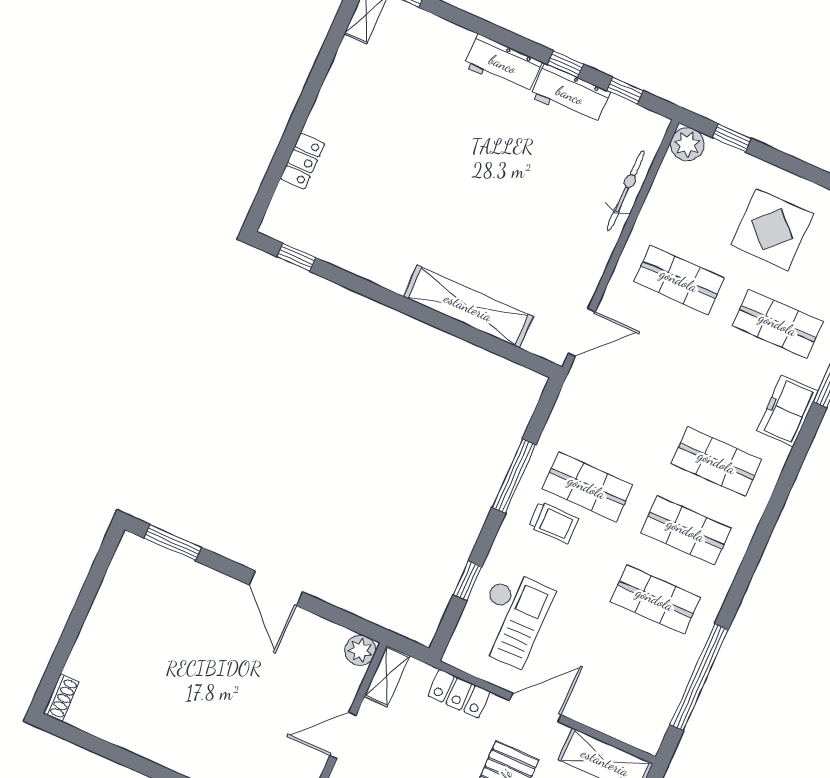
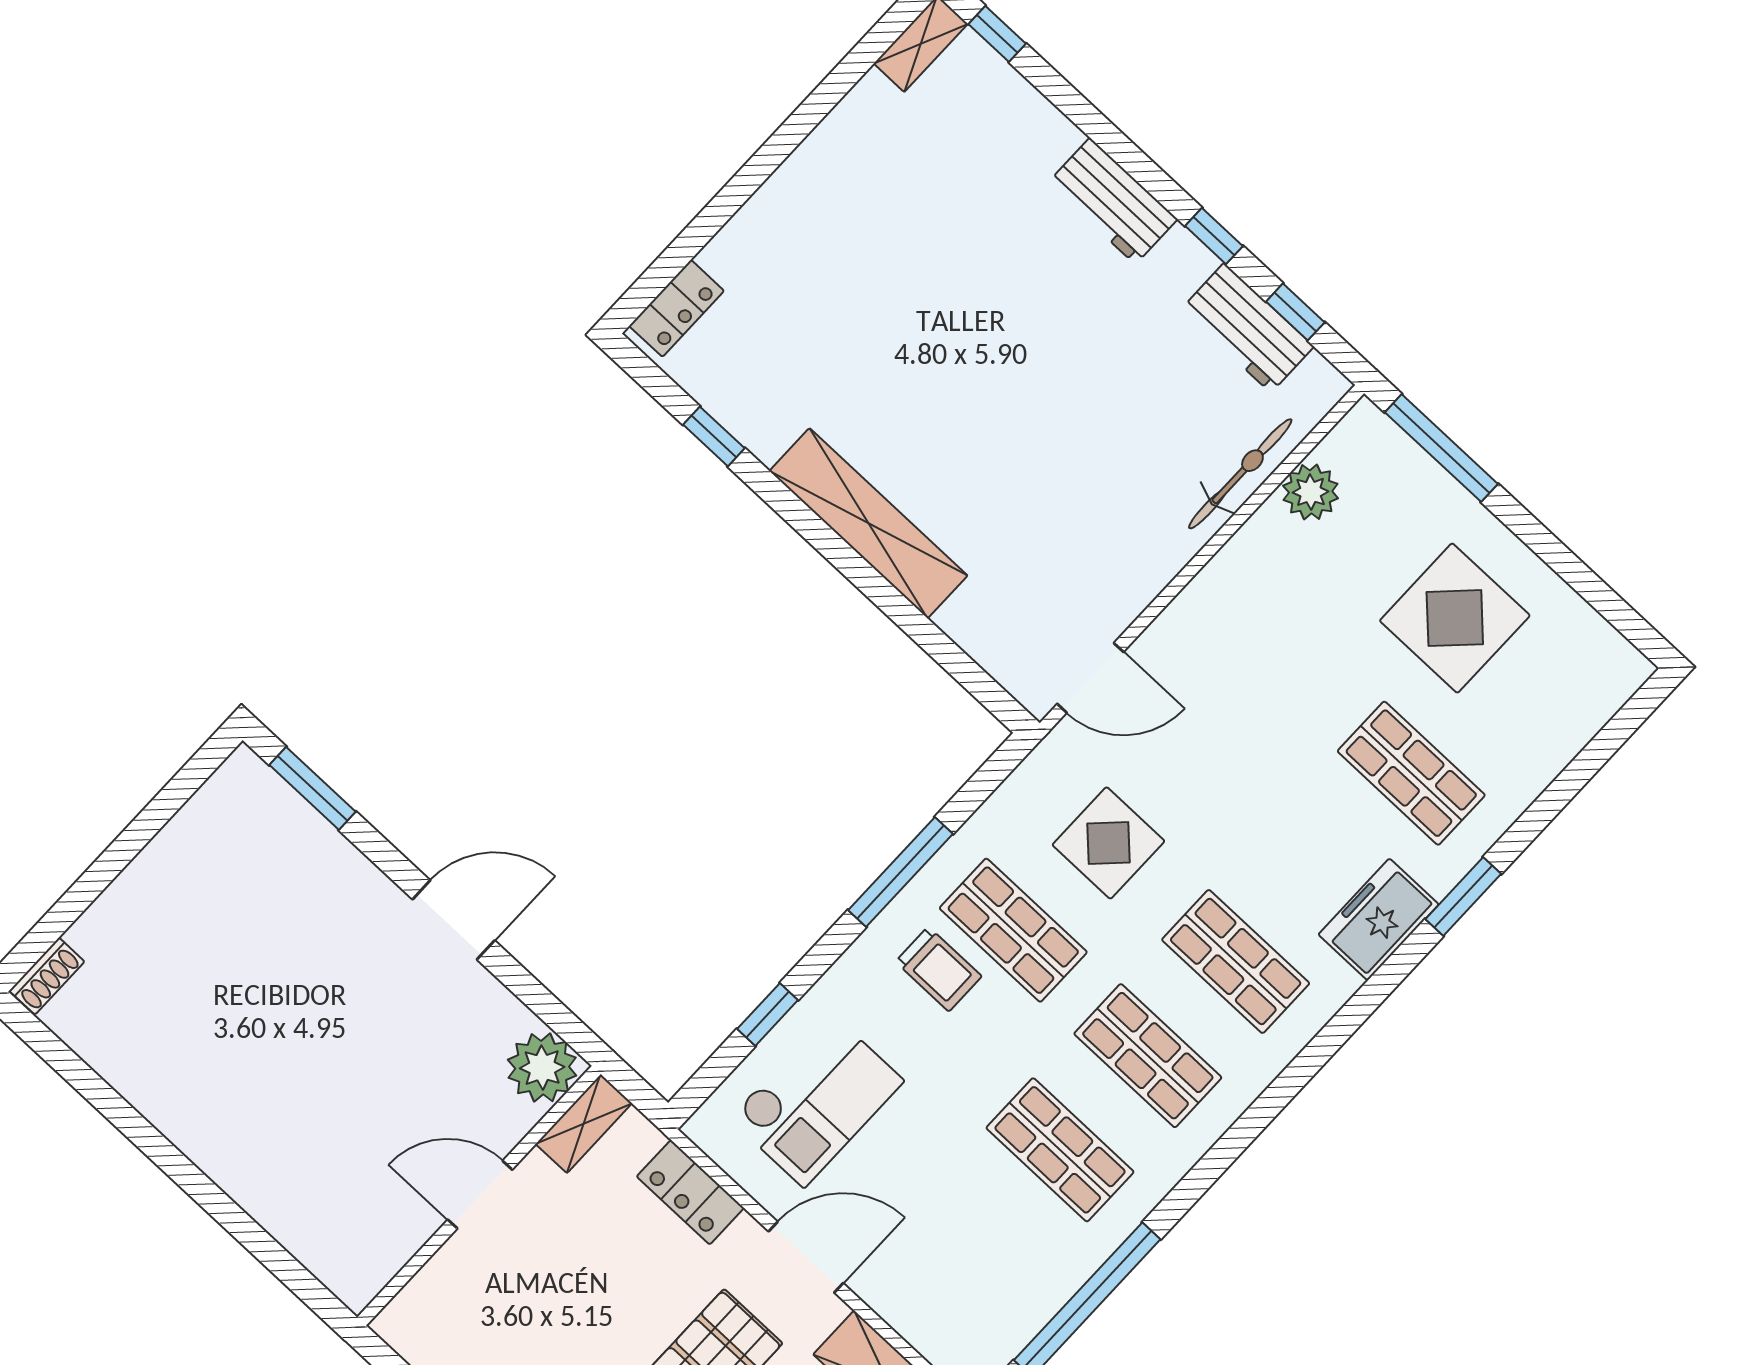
workbench: (570, 95) -> (1247, 328), moved
window: (732, 138) -> (1441, 448), width x2.17
plant: (687, 144) -> (1311, 492), moved
locker: (302, 161) -> (677, 308), moved
window: (296, 257) -> (714, 436), moved
shop shelf: (679, 280) -> (1277, 648), removed
shelving: (468, 307) -> (868, 523), moved
display table: (623, 420) -> (1108, 843), added
door: (276, 588) -> (454, 920), swing flipped
plant: (360, 650) -> (542, 1068), width x1.36, depth x1.36

